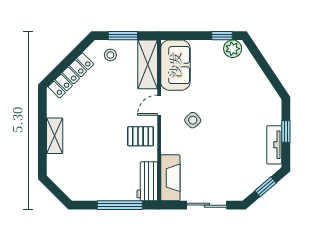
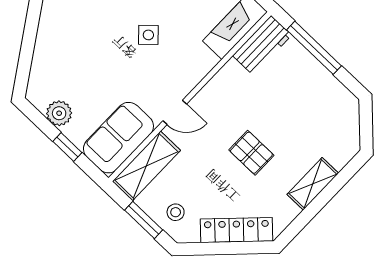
window: (222, 36) -> (67, 147), moved
plant: (233, 49) -> (59, 113), moved
side table: (193, 120) -> (148, 35), moved
pallet: (141, 136) -> (251, 153), moved

